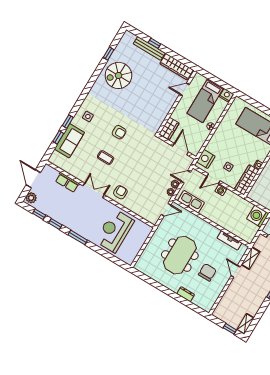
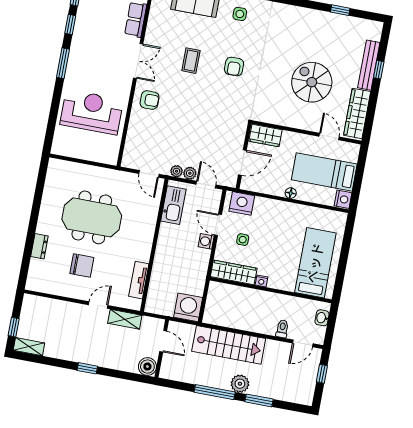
spiral stairs: (118, 75) -> (312, 82), moved

